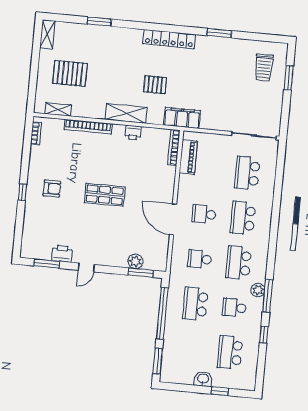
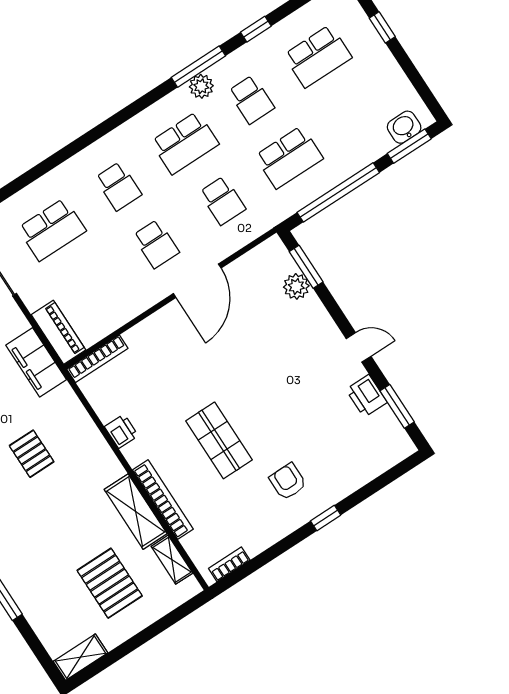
shelving: (126, 114) -> (136, 512), moved
filing cabinet: (182, 118) -> (36, 362), moved
piano: (188, 157) -> (58, 332), moved, turned 90
shop shelf: (105, 195) -> (219, 440), moved
school desk: (243, 218) -> (118, 186), width x0.54
washbasin: (203, 379) -> (404, 127), moved, turned 90

